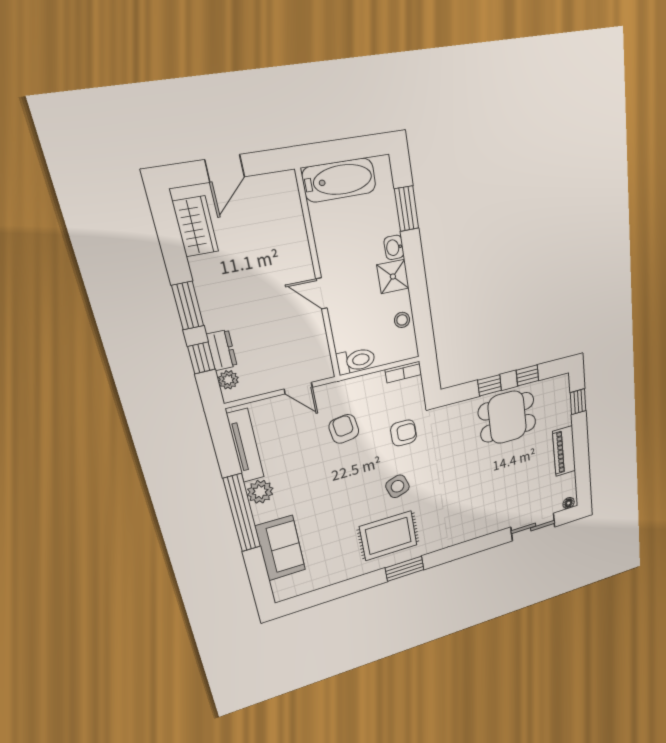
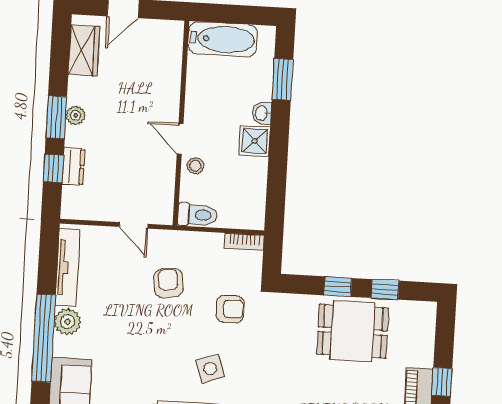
stool: (402, 320) -> (195, 166), moved
plant: (228, 380) -> (76, 115), moved
window: (578, 402) -> (442, 382), moved

